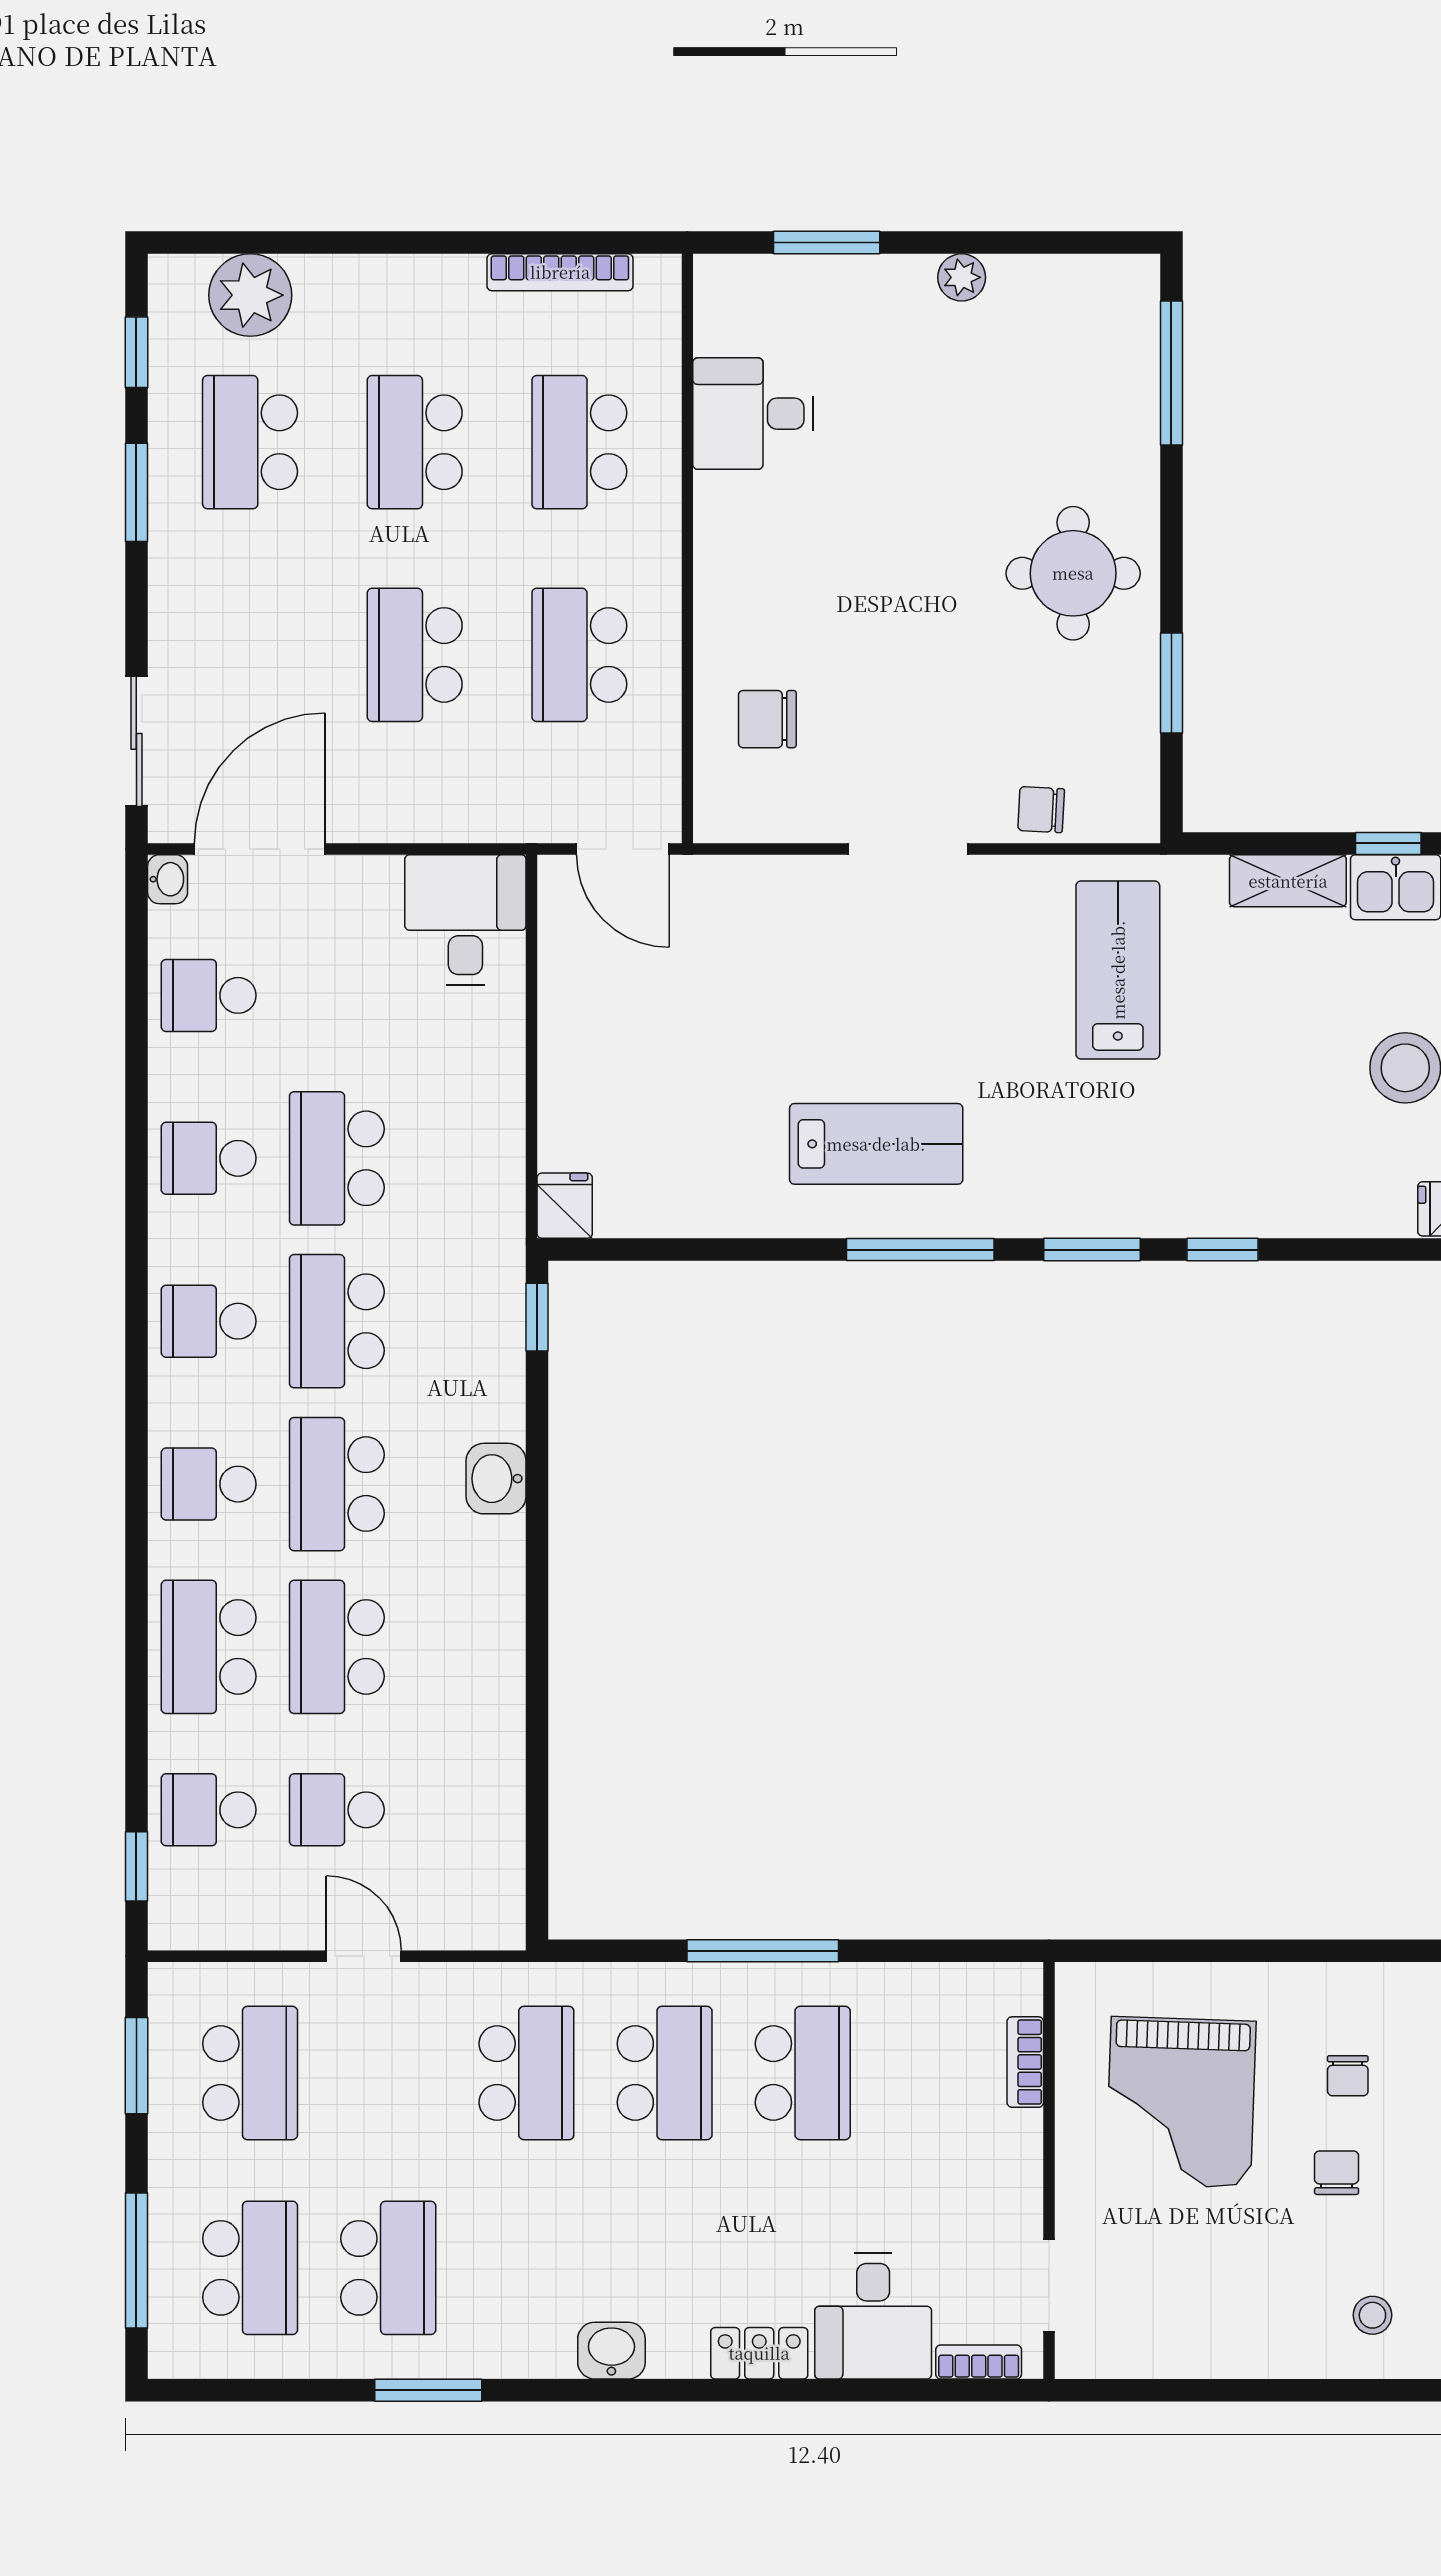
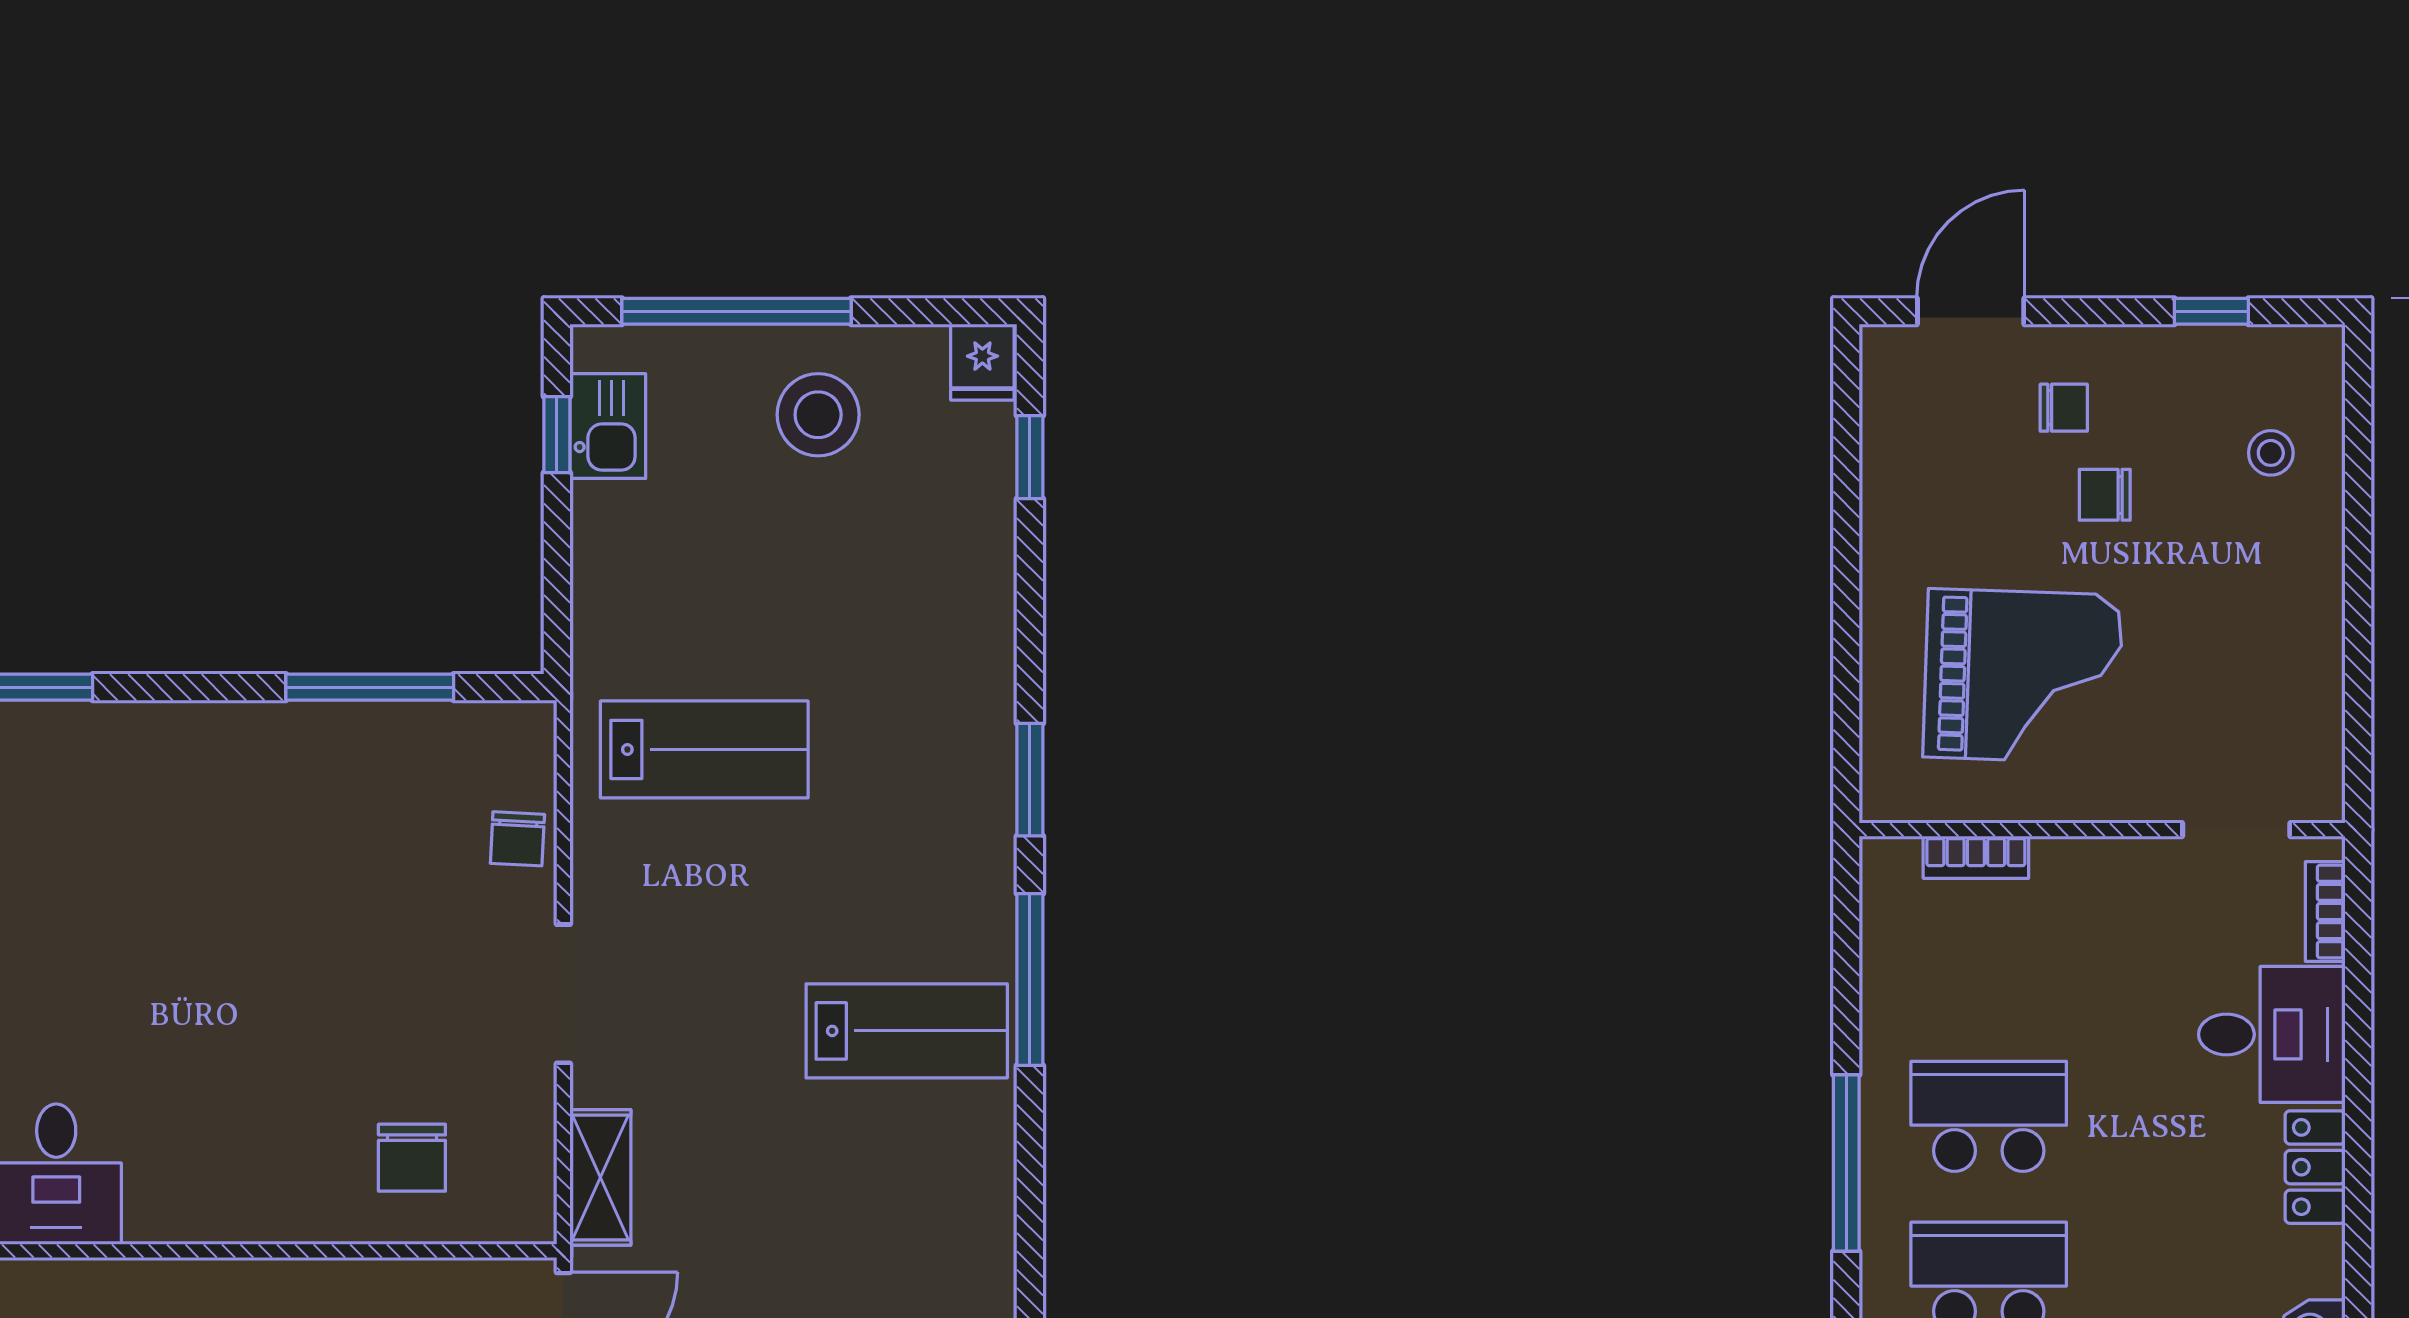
round table: (1073, 573) -> (242, 802), removed
window: (1171, 683) -> (370, 687), width x1.44
shelving: (1288, 881) -> (600, 1177), moved
lab bench: (1118, 970) -> (704, 749), turned 180
lab bench: (876, 1144) -> (907, 1031), turned 90
window: (1222, 1250) -> (1030, 457), moved
chair: (1348, 2076) -> (2064, 408), moved

